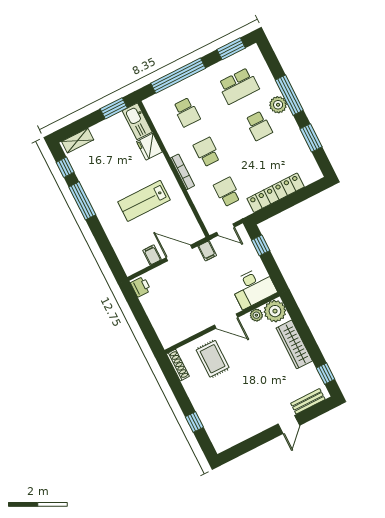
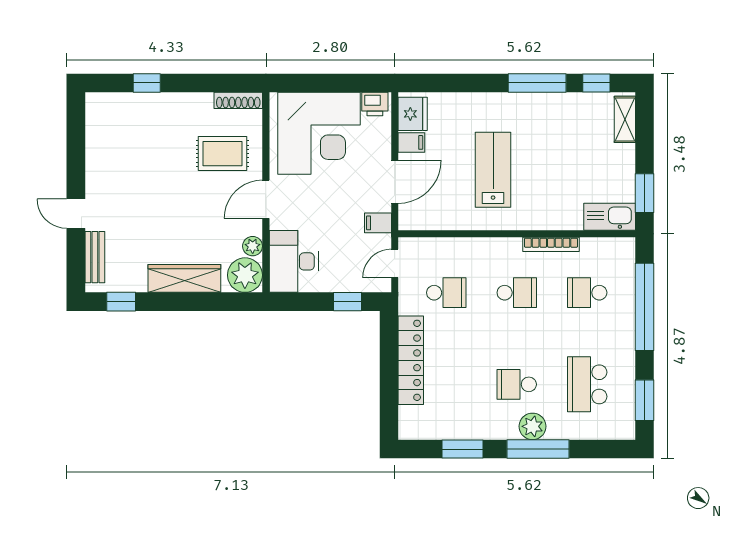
fridge: (149, 147) -> (413, 114), moved, turned 90
bookcase: (182, 172) -> (551, 244), moved
corner desk: (173, 310) -> (319, 133), added

